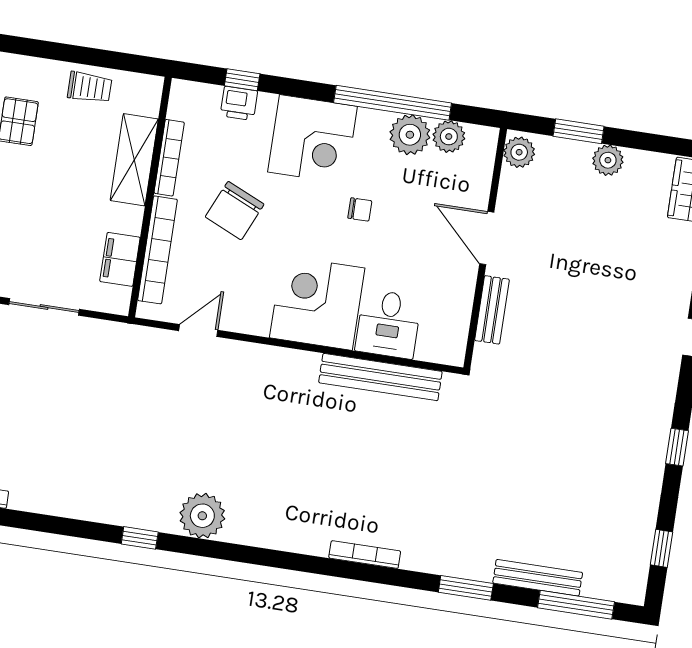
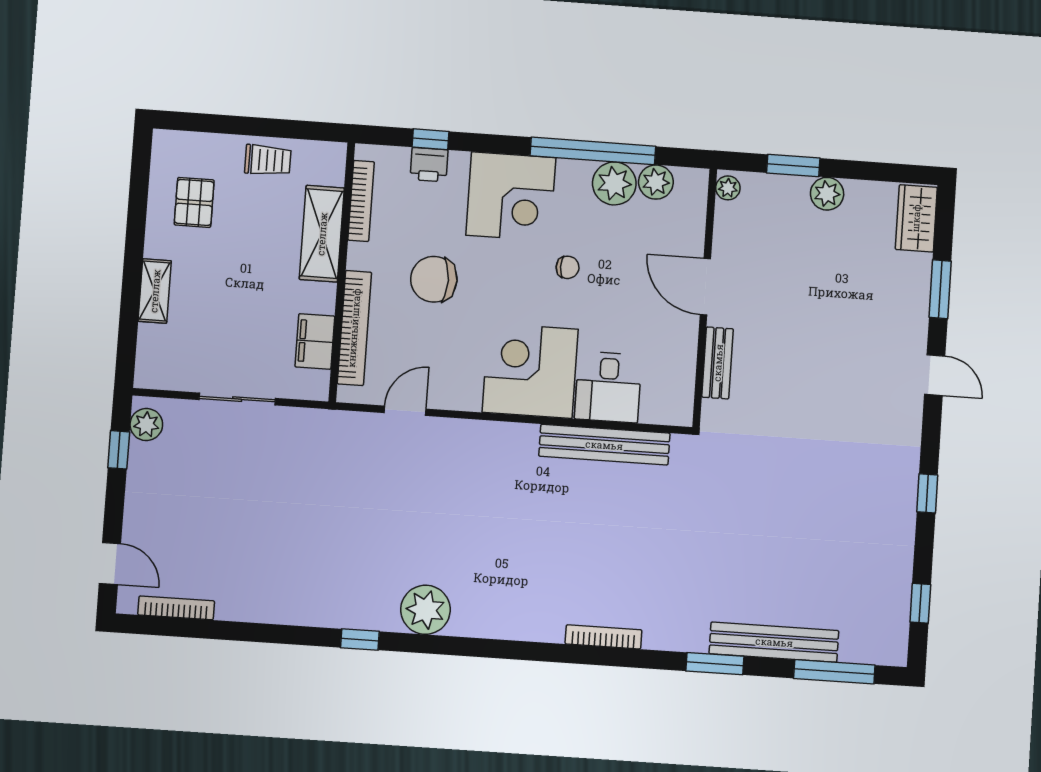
plant: (519, 152) -> (728, 188), width x0.73, depth x0.73
bookcase: (169, 158) -> (361, 201), moved
chair: (235, 211) -> (434, 279), turned 66
bench: (538, 578) -> (774, 642), width x1.37, depth x1.21

